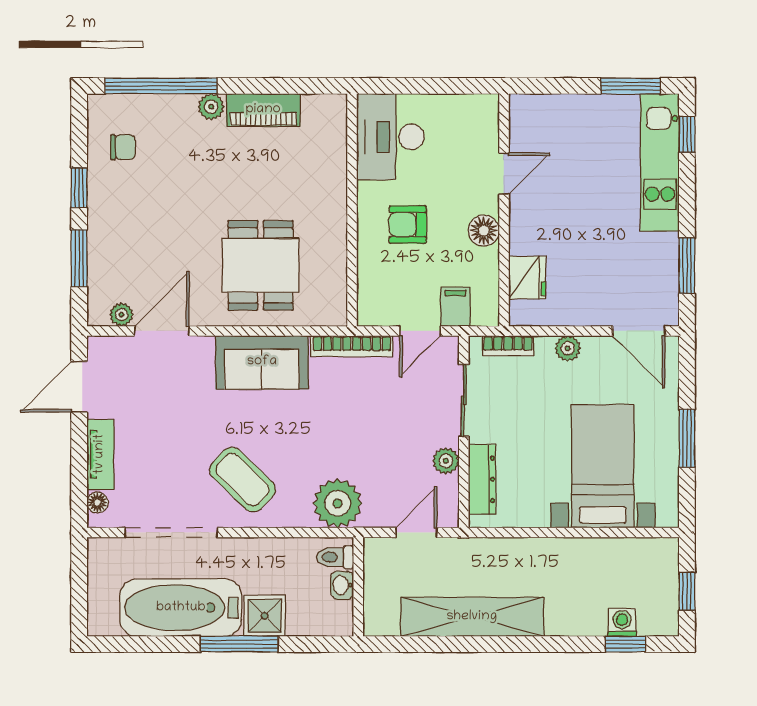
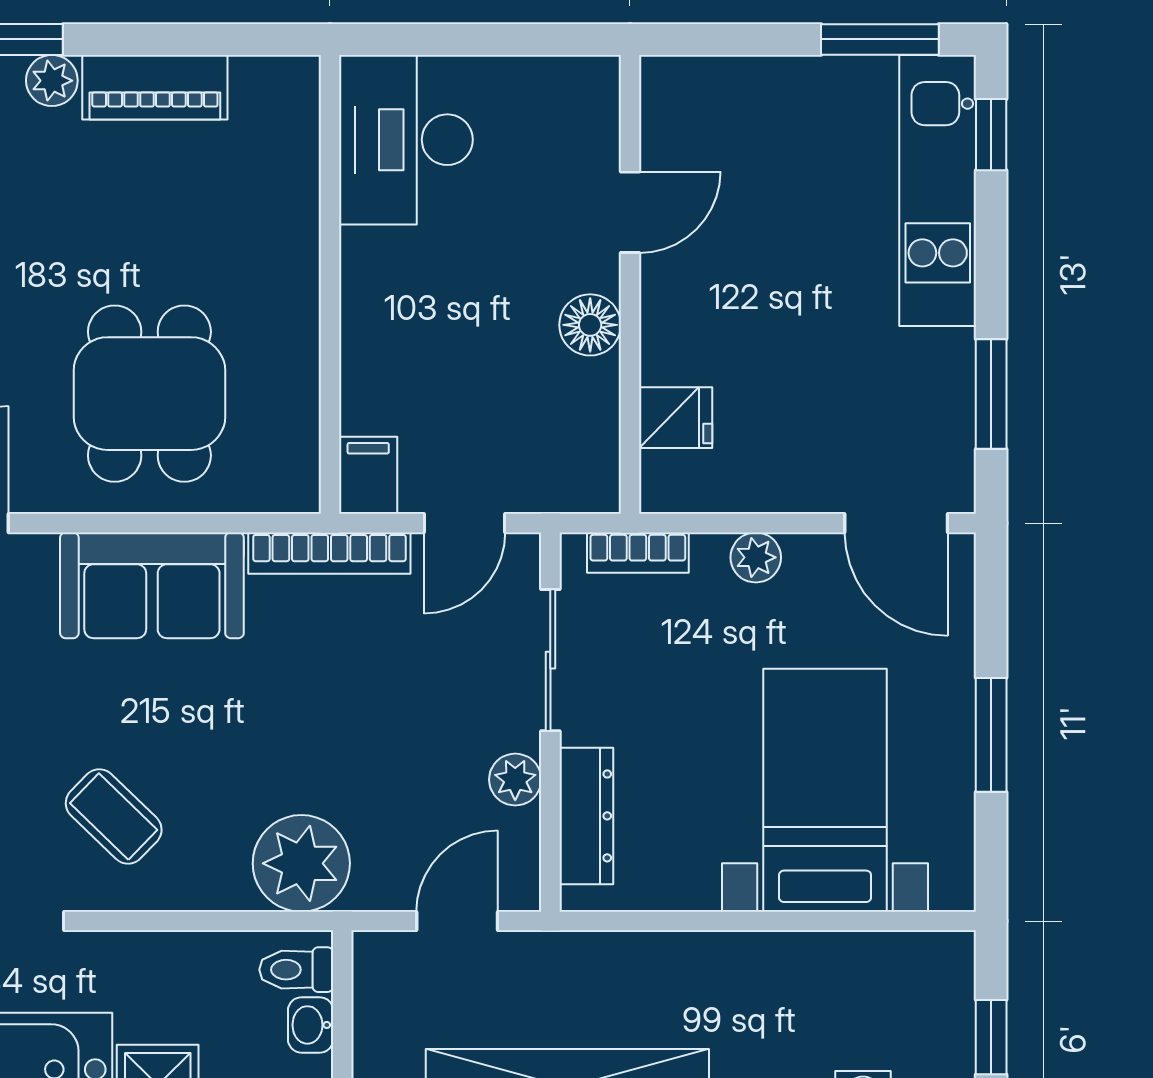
armchair: (408, 225) -> (440, 313), removed
fridge: (527, 278) -> (676, 418), width x0.72
filing cabinet: (455, 307) -> (368, 475), moved
coffee table: (242, 480) -> (114, 816), width x0.73, depth x0.77

